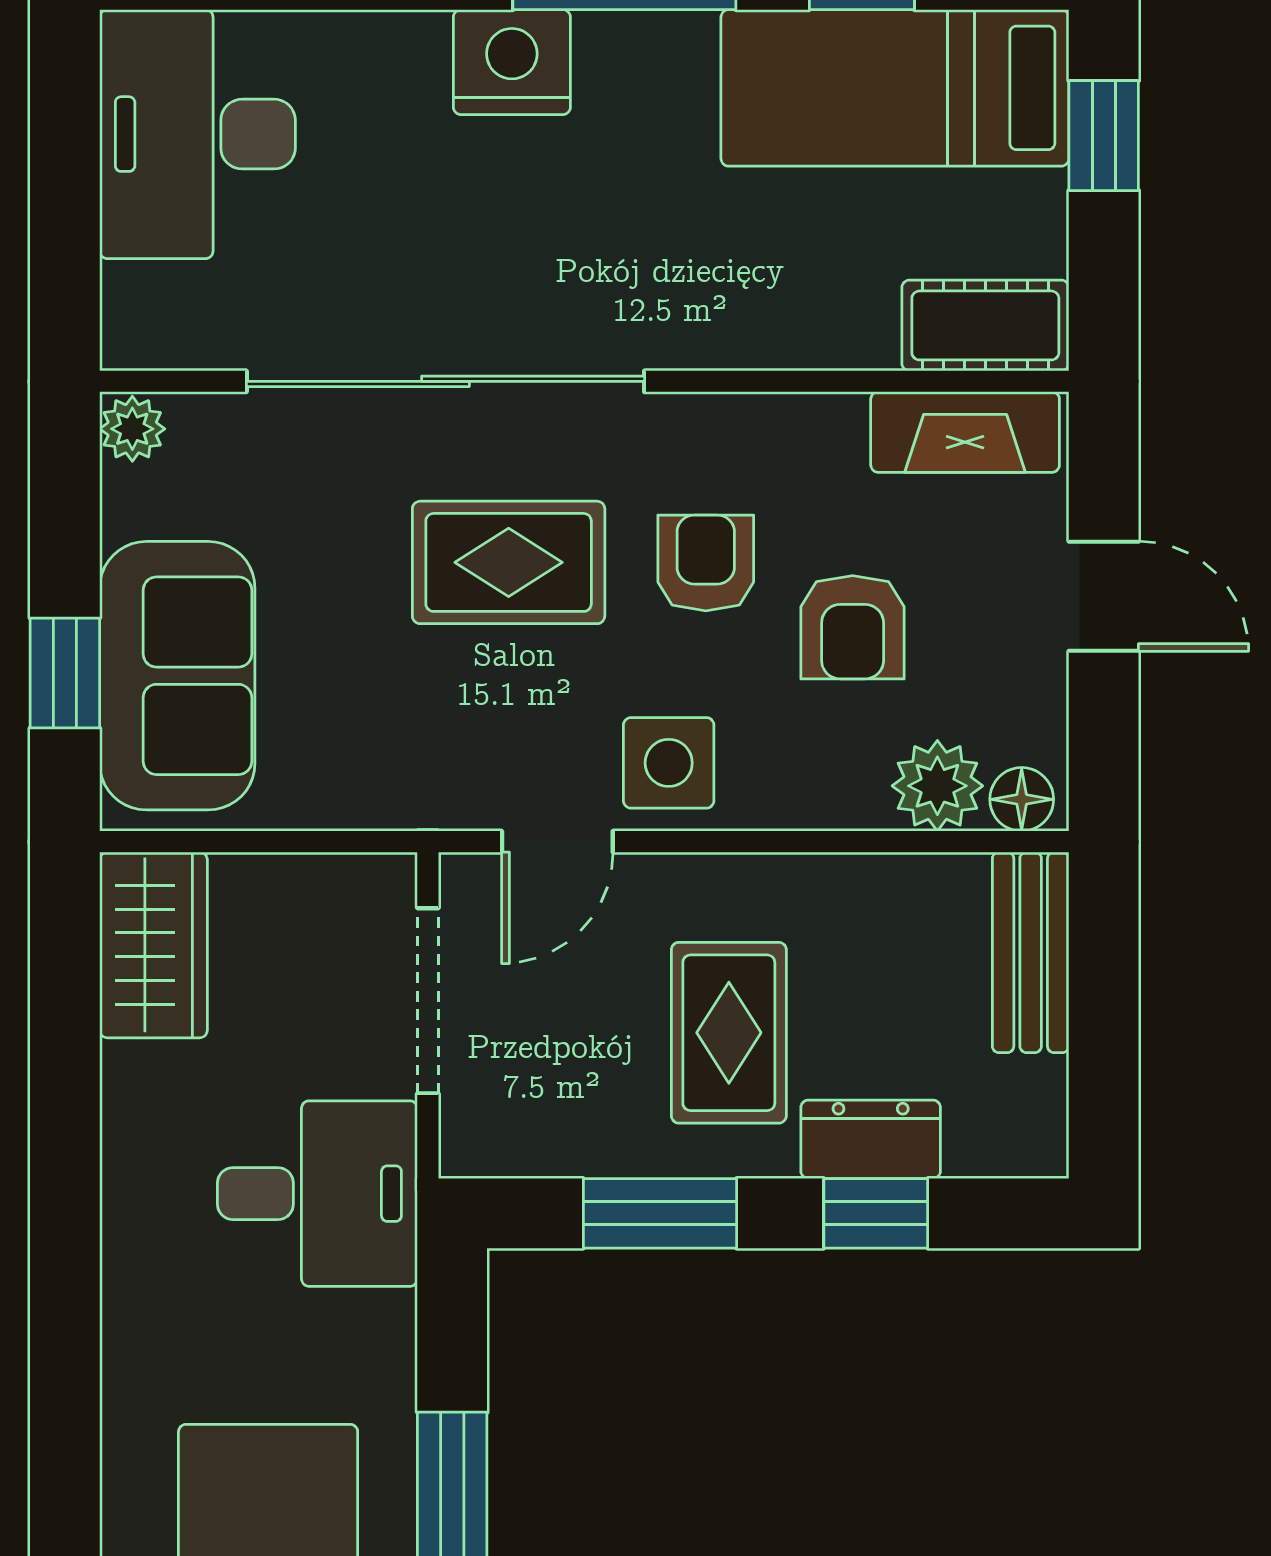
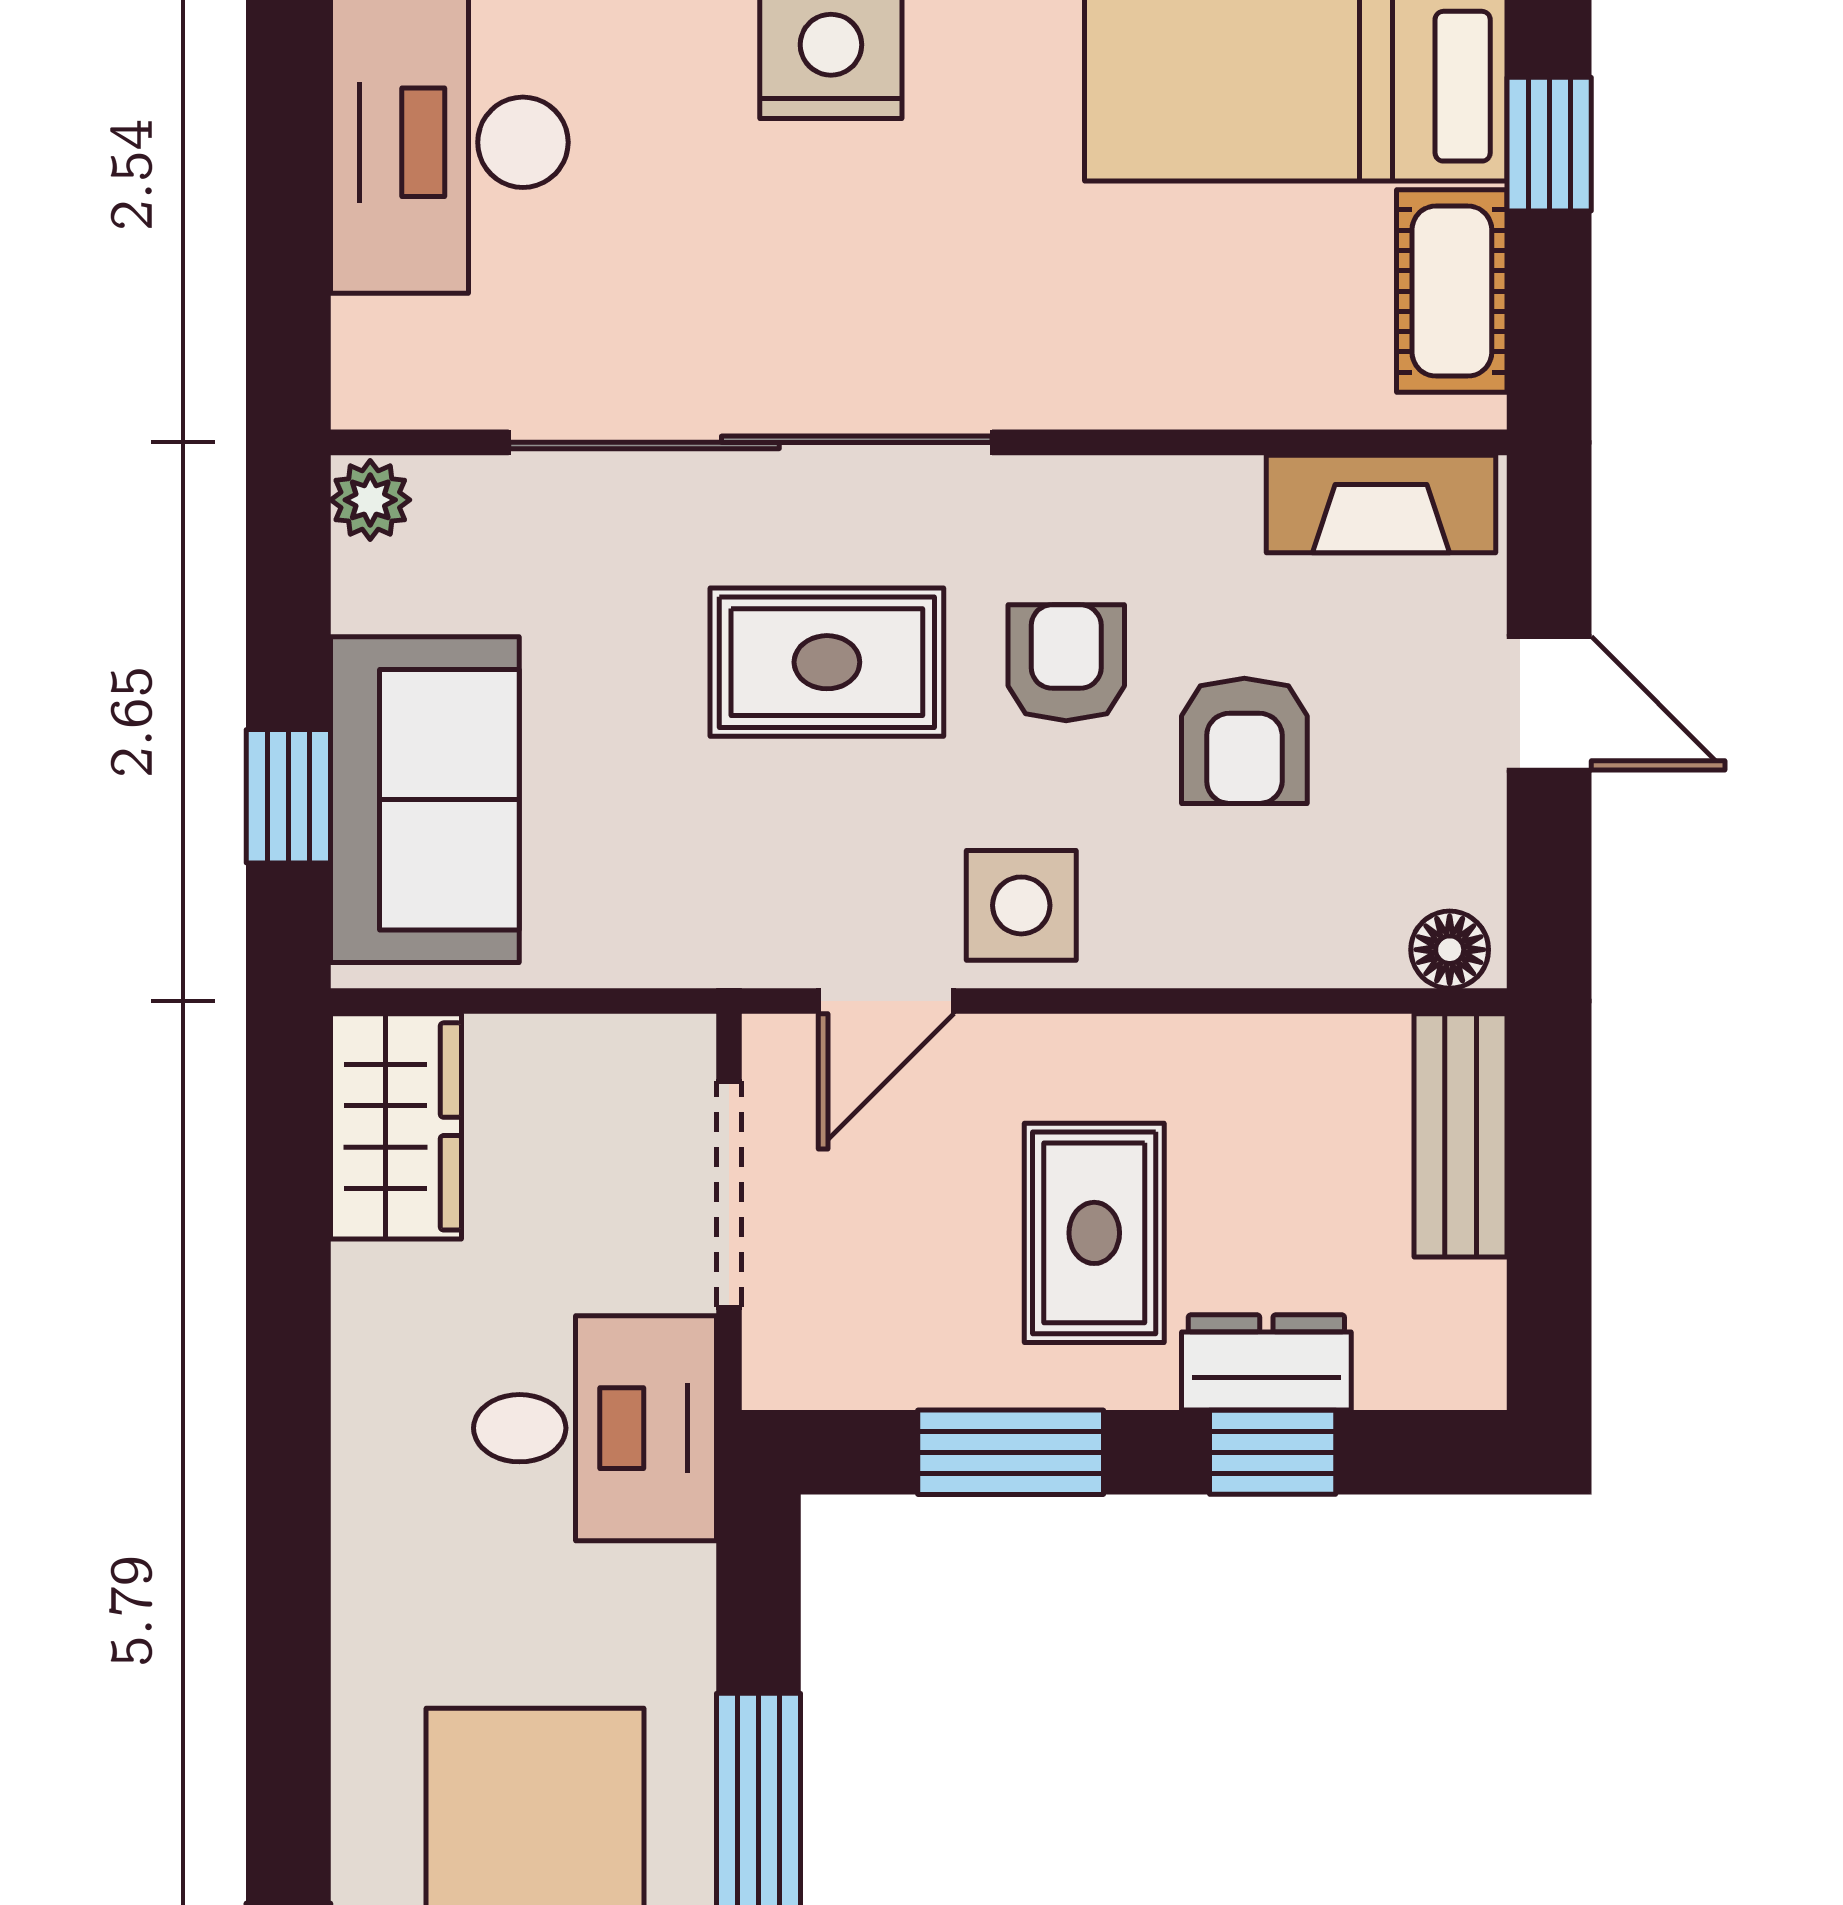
cot: (985, 325) -> (1452, 291), moved, turned 90
plant: (937, 786) -> (1347, 933), removed

